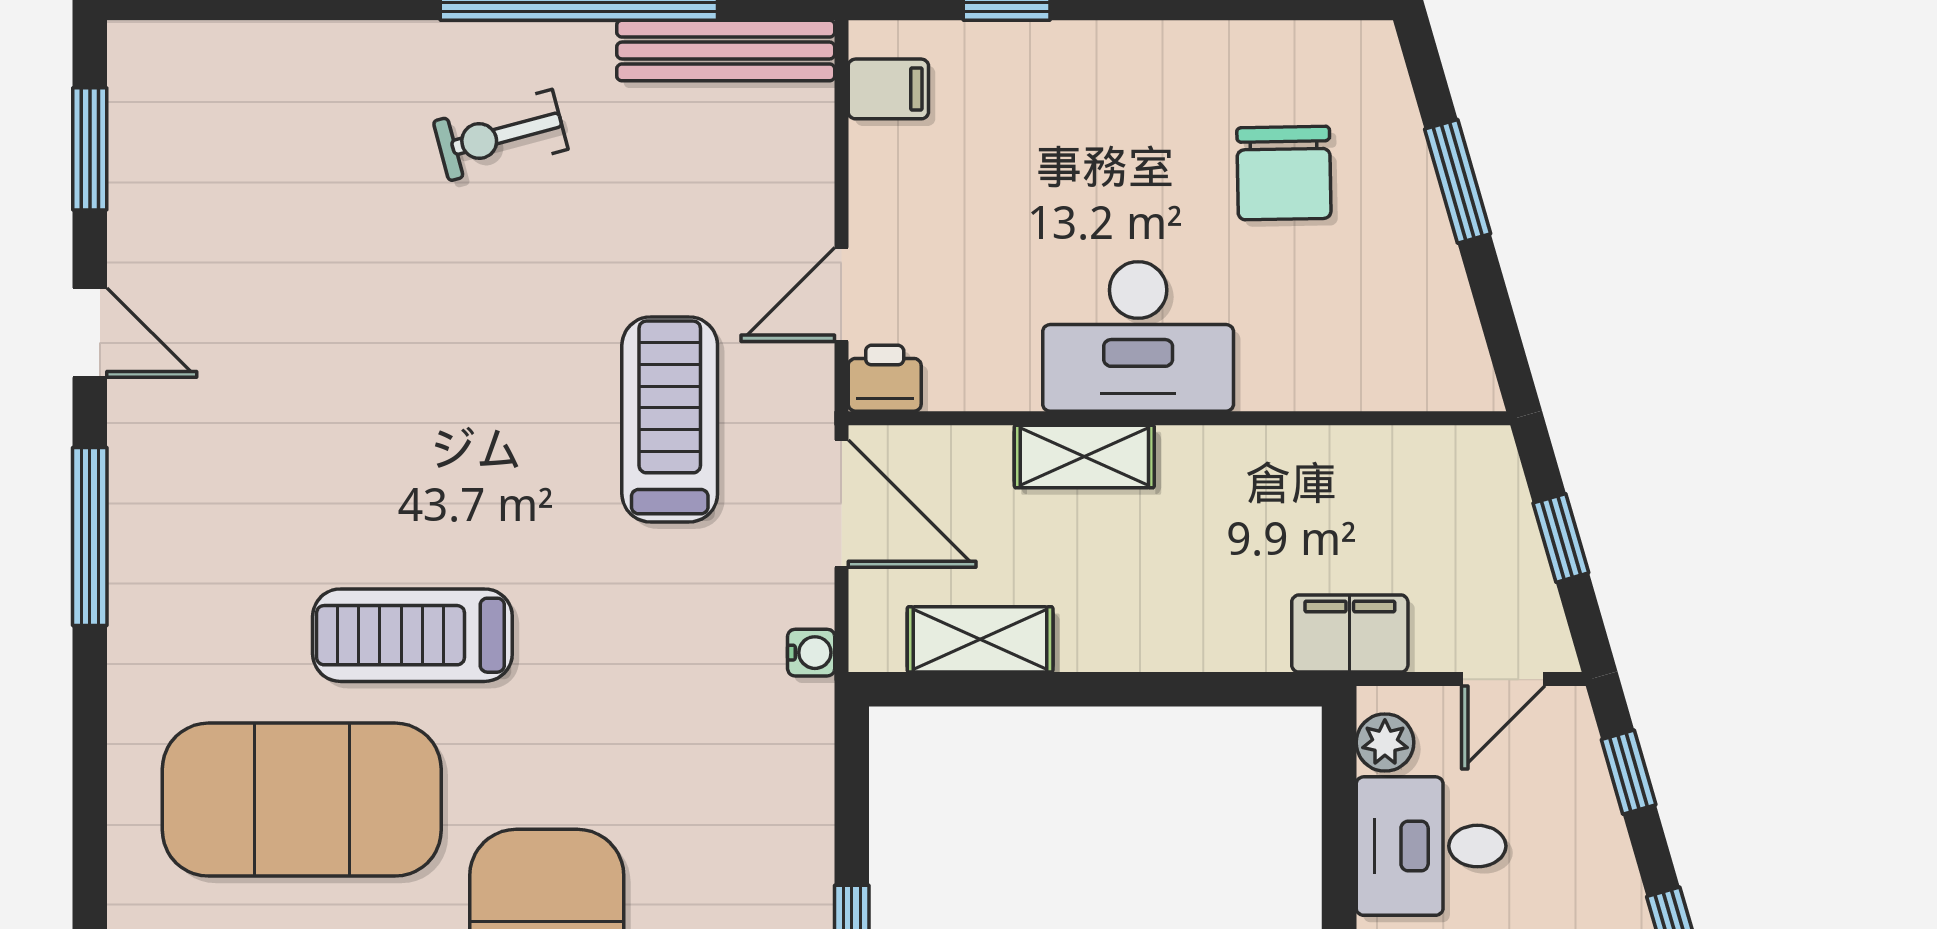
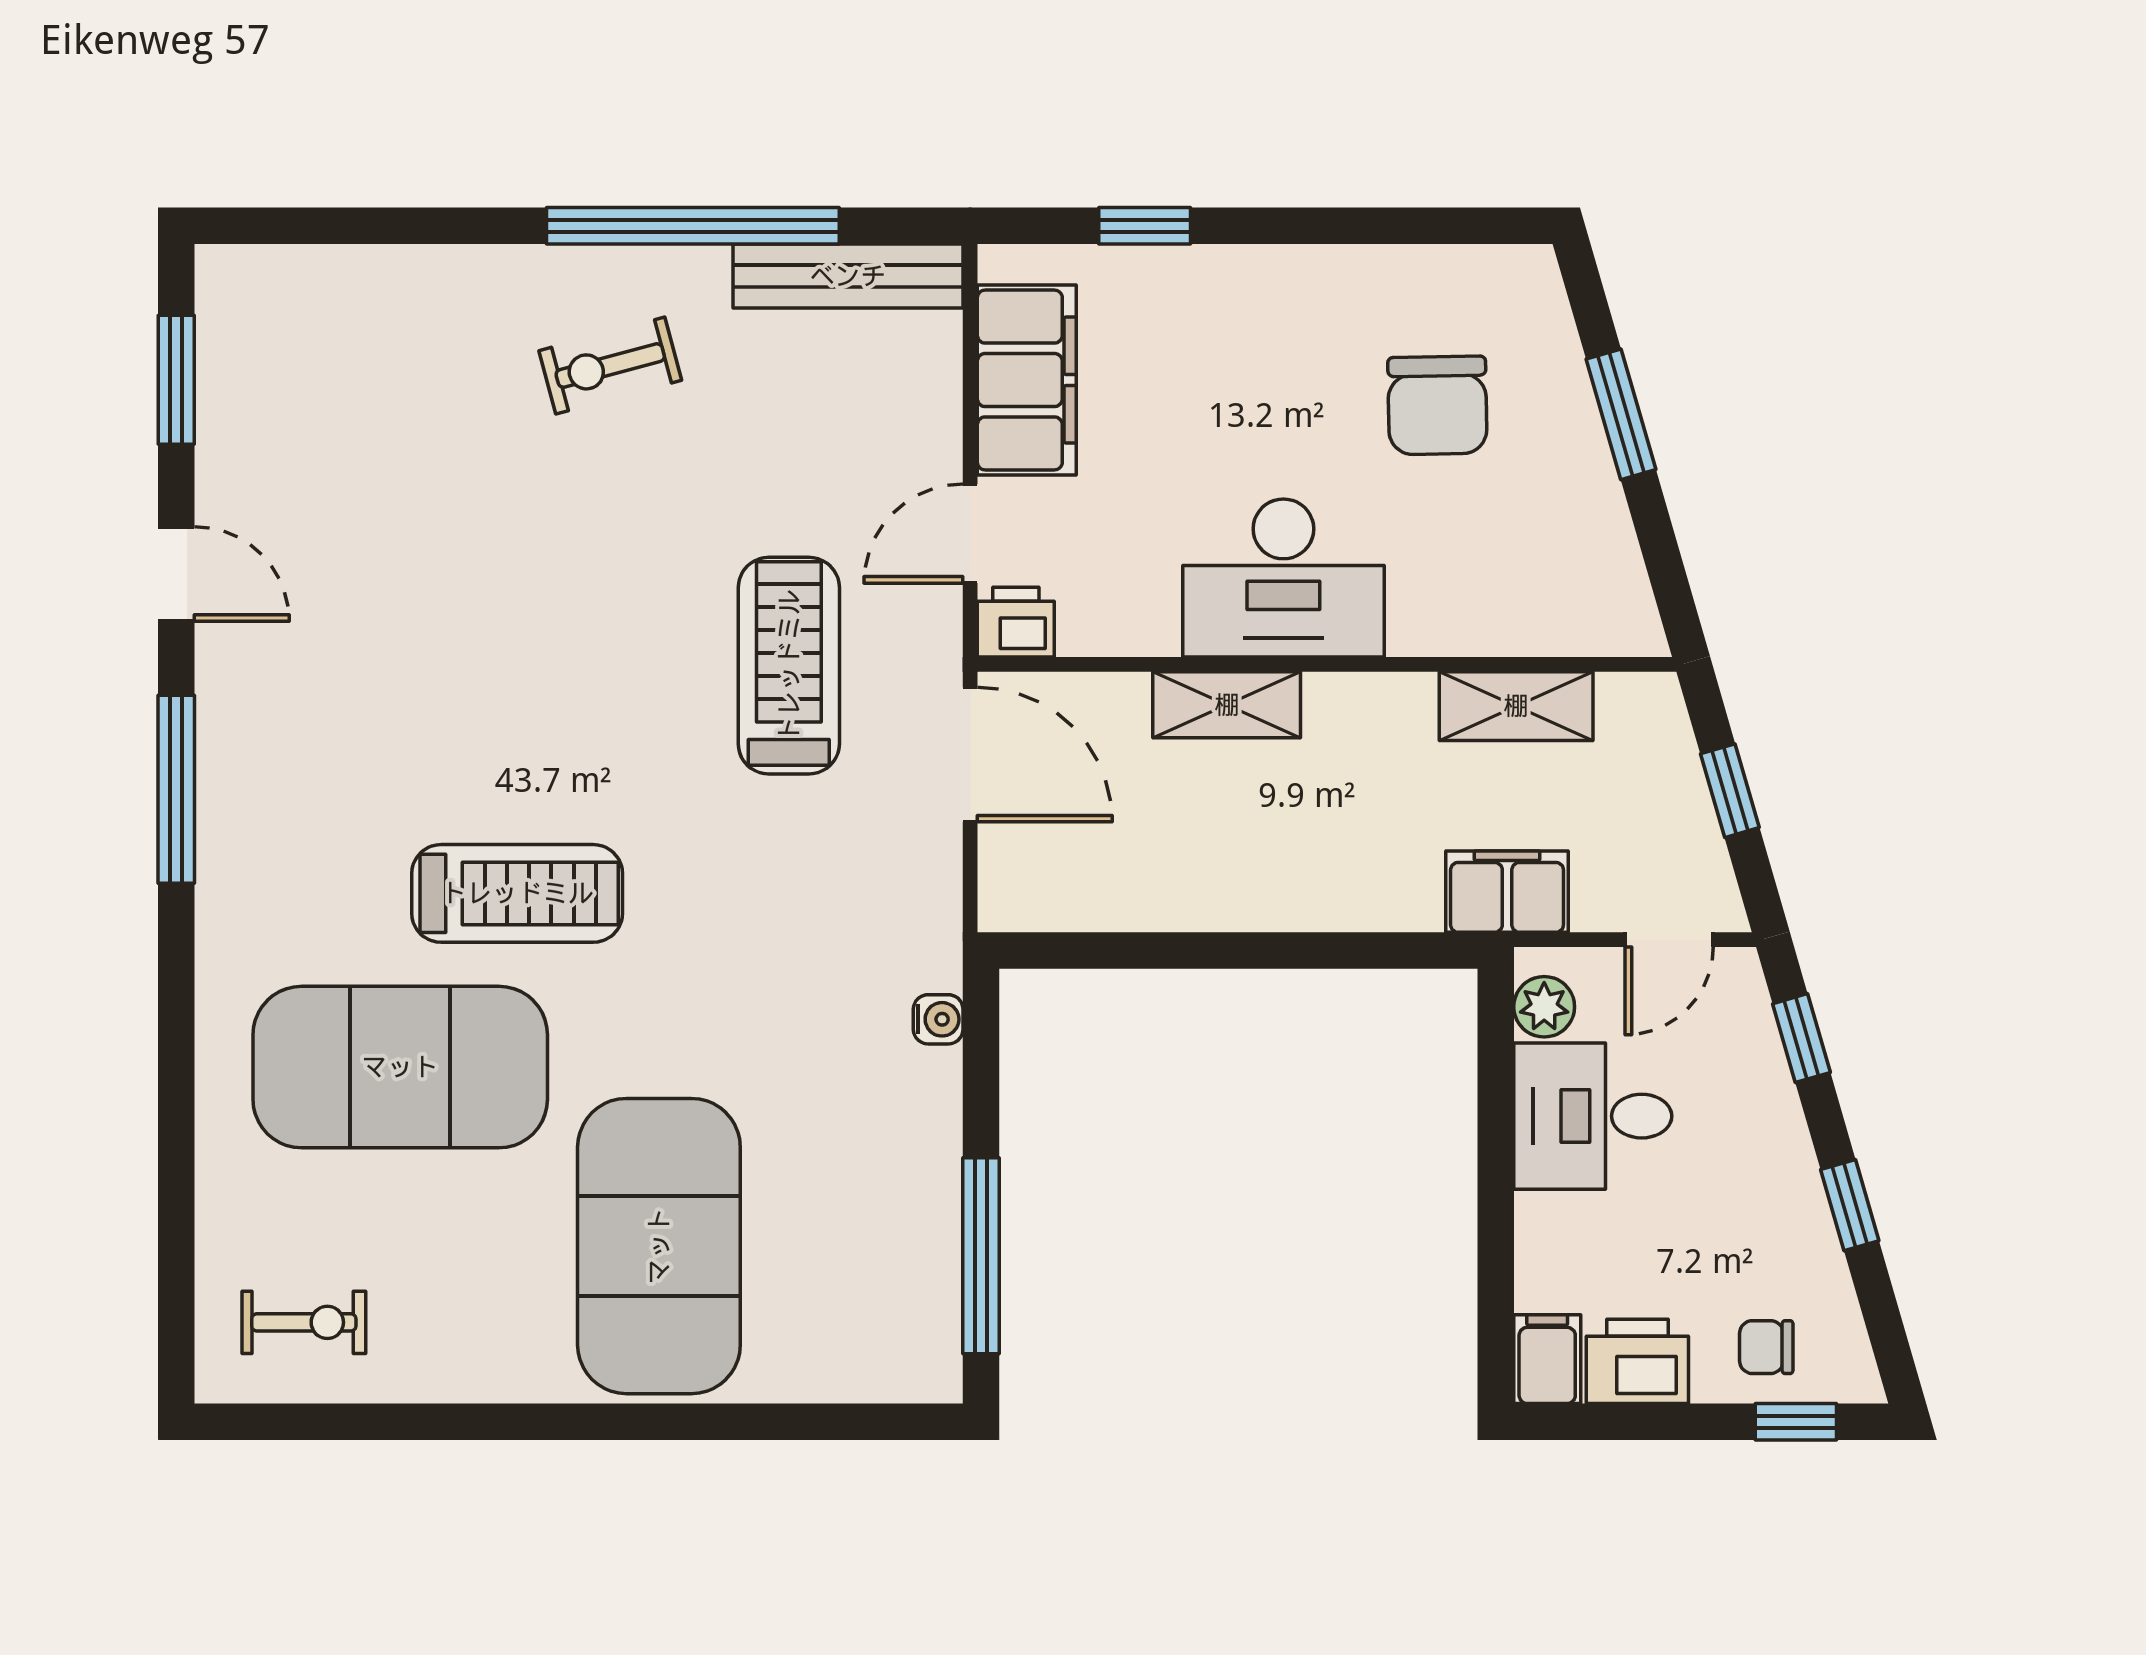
filing cabinet: (888, 89) -> (1027, 380), width x3.00, depth x1.17
treadmill: (412, 635) -> (517, 893), turned 180
shelving: (980, 639) -> (1516, 706), moved
water cooler: (811, 653) -> (938, 1019), moved

